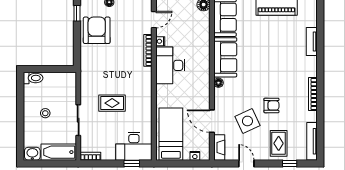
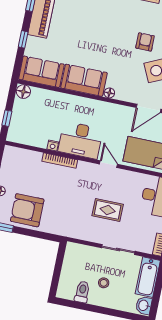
door: (154, 20) -> (109, 164), moved
toilet: (33, 78) -> (82, 292), moved
rug: (112, 103) -> (108, 210), turned 90

